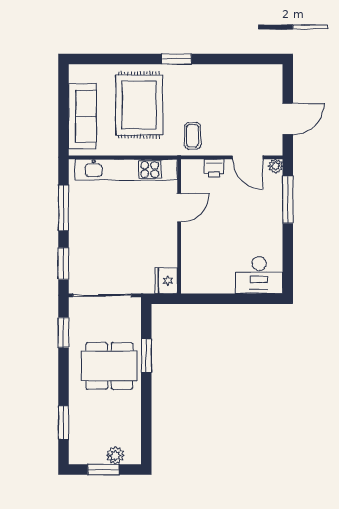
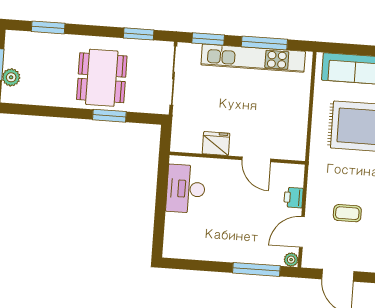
coffee table: (192, 136) -> (347, 213), moved
kitchen unit: (126, 170) -> (253, 58), moved, turned -90
desk: (259, 275) -> (186, 189), moved
fridge: (166, 281) -> (216, 144), moved

